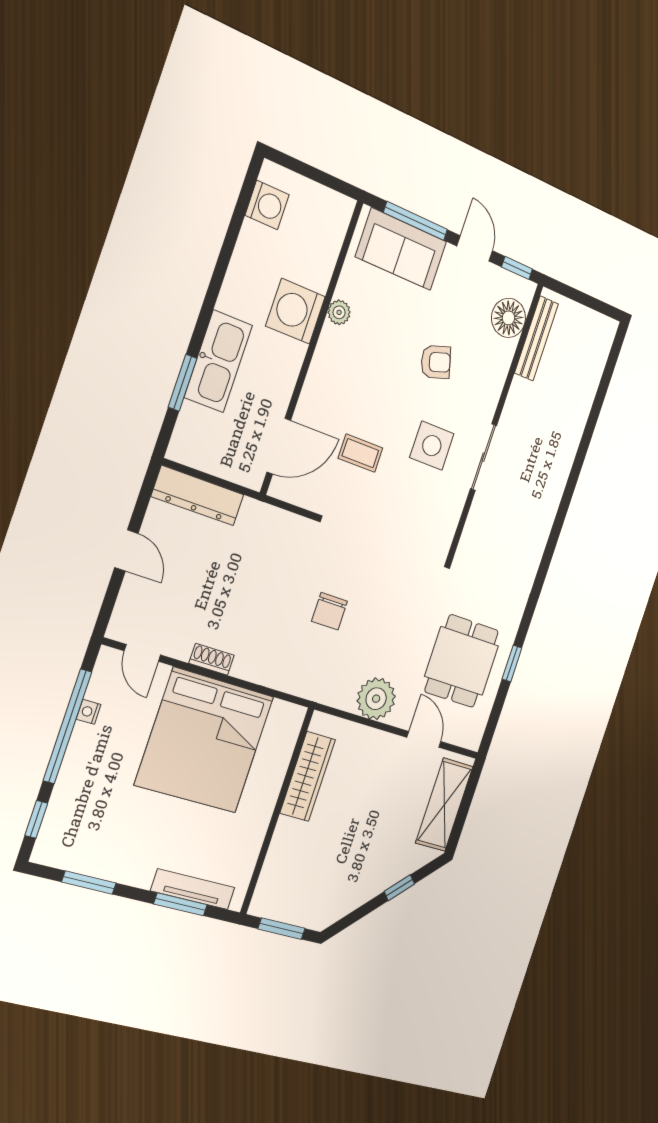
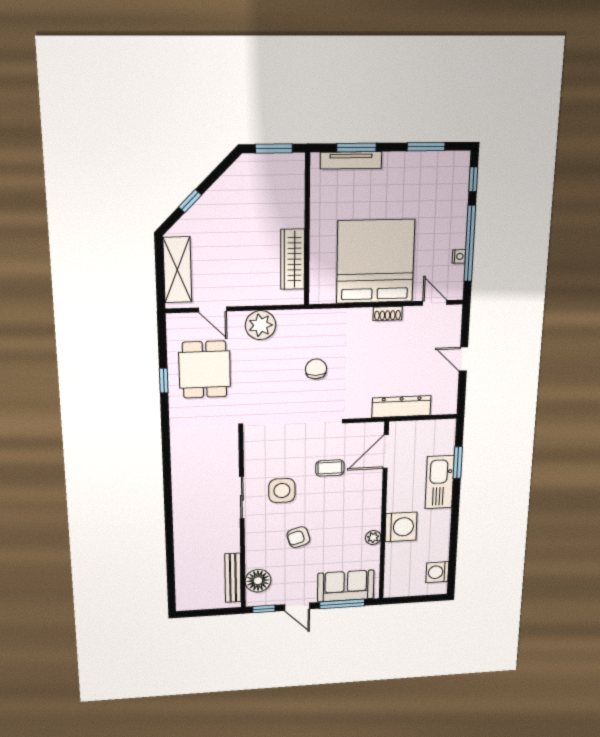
dresser: (198, 496) -> (401, 407), moved

